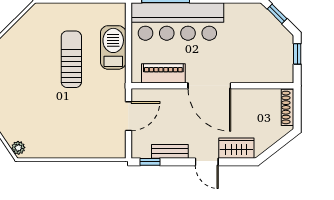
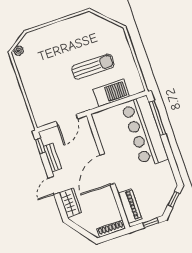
piano: (163, 73) -> (130, 206), moved
door: (128, 116) -> (67, 120), hinge flipped

